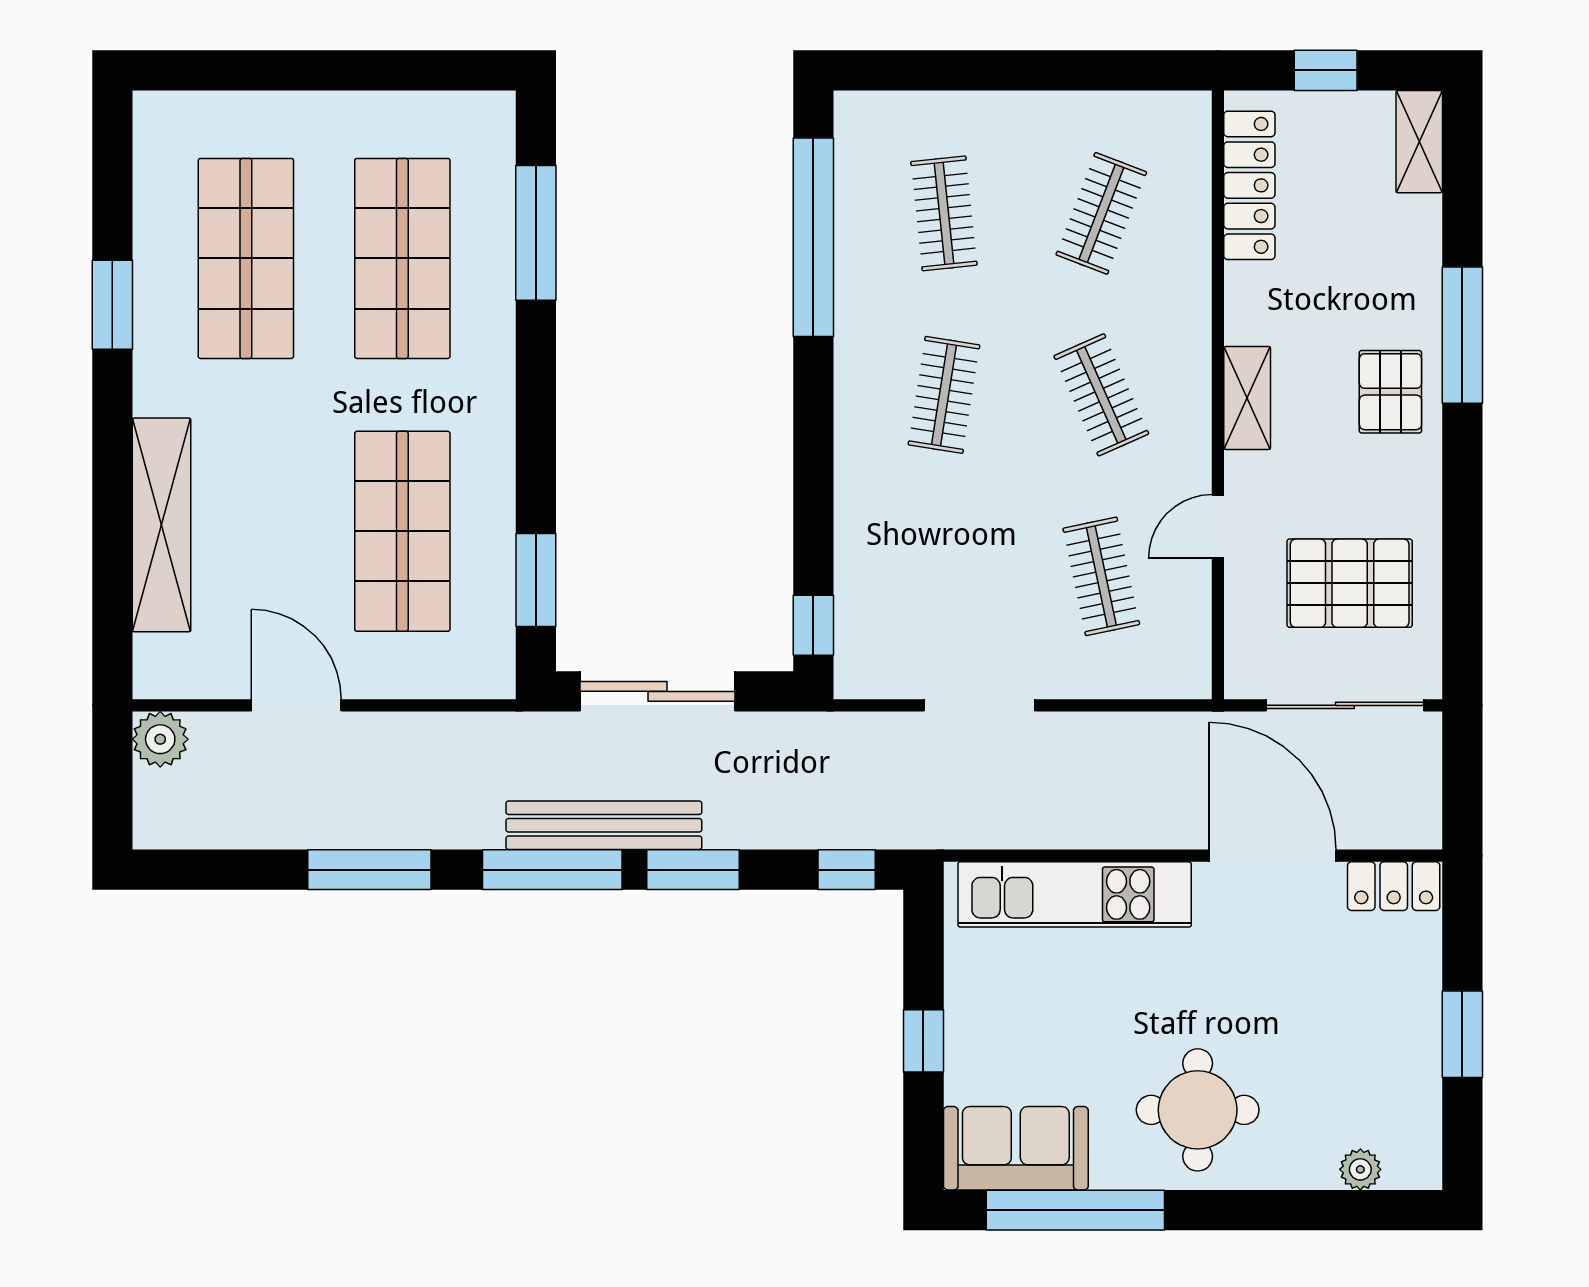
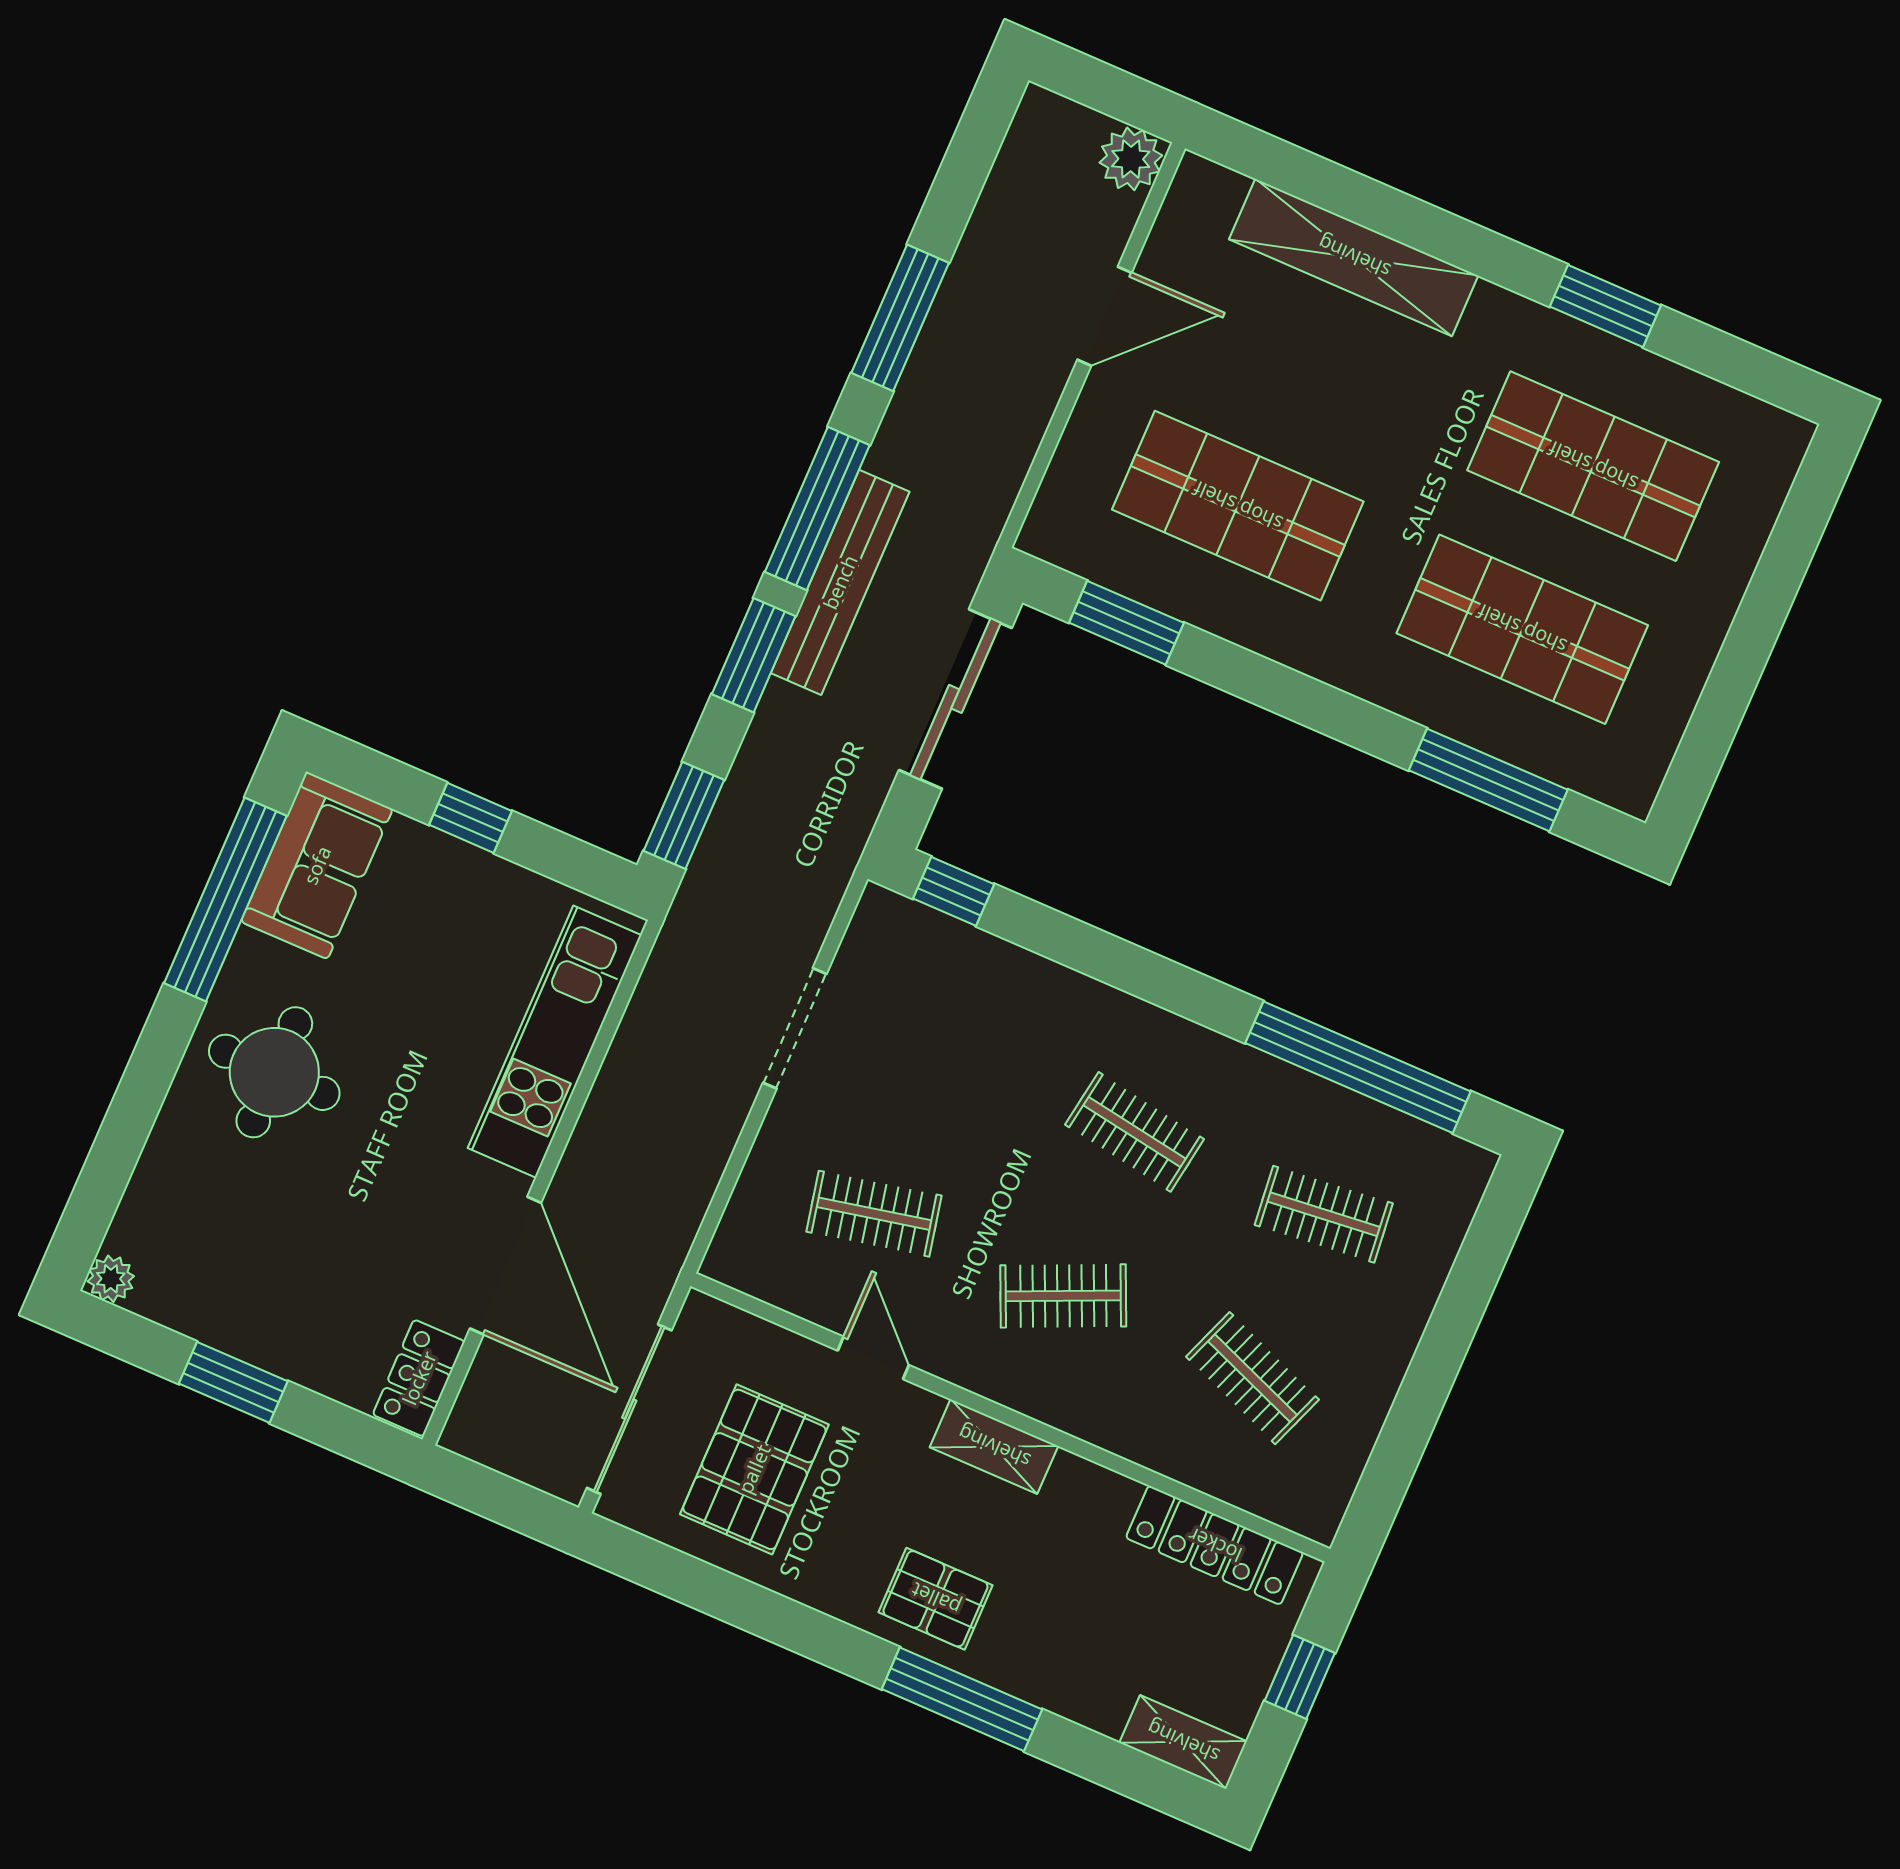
door: (1273, 856) -> (505, 1266), hinge flipped
window: (847, 870) -> (684, 815), width x1.50
plant: (1360, 1169) -> (111, 1279), moved

